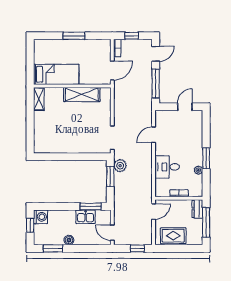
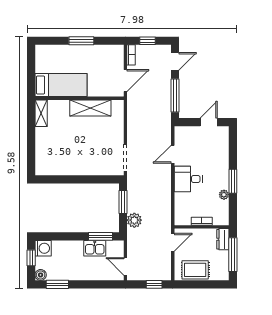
plant: (120, 166) -> (134, 220), moved
desk: (167, 167) -> (188, 179), moved
boiler: (69, 240) -> (41, 275), moved

